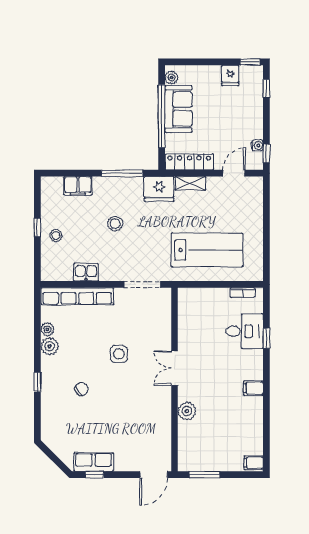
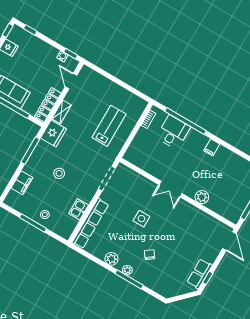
window: (37, 227) -> (33, 223), width x2.17
lab bench: (207, 250) -> (109, 126), width x0.73, depth x0.72
plant: (47, 329) -> (127, 270), moved
window: (266, 338) -> (185, 121), width x3.17
window: (37, 382) -> (129, 279), width x2.17

